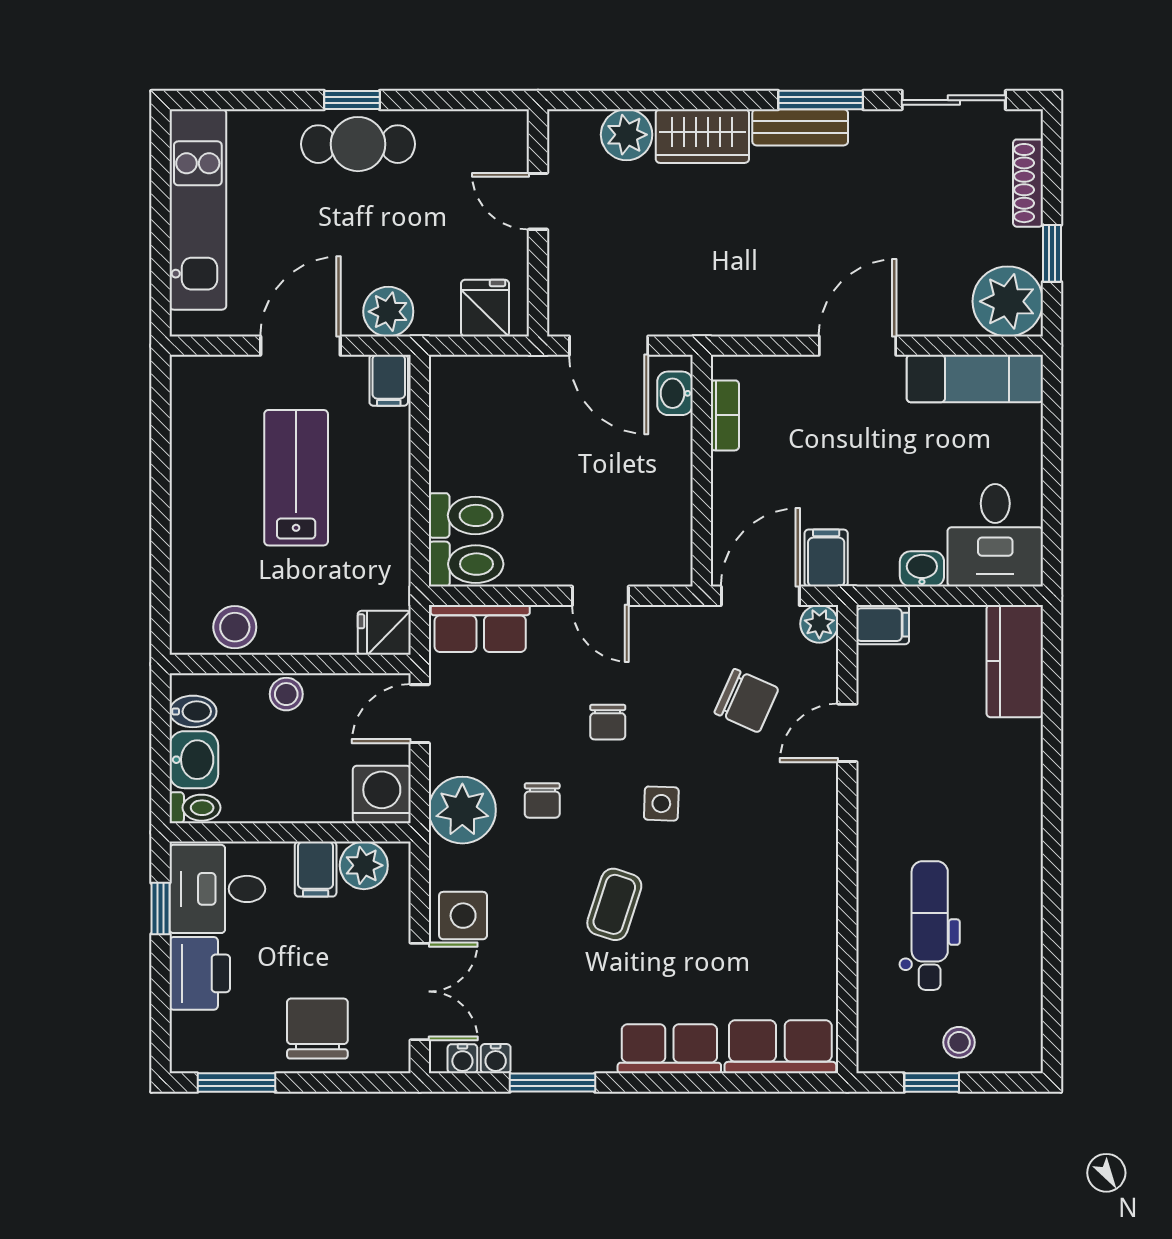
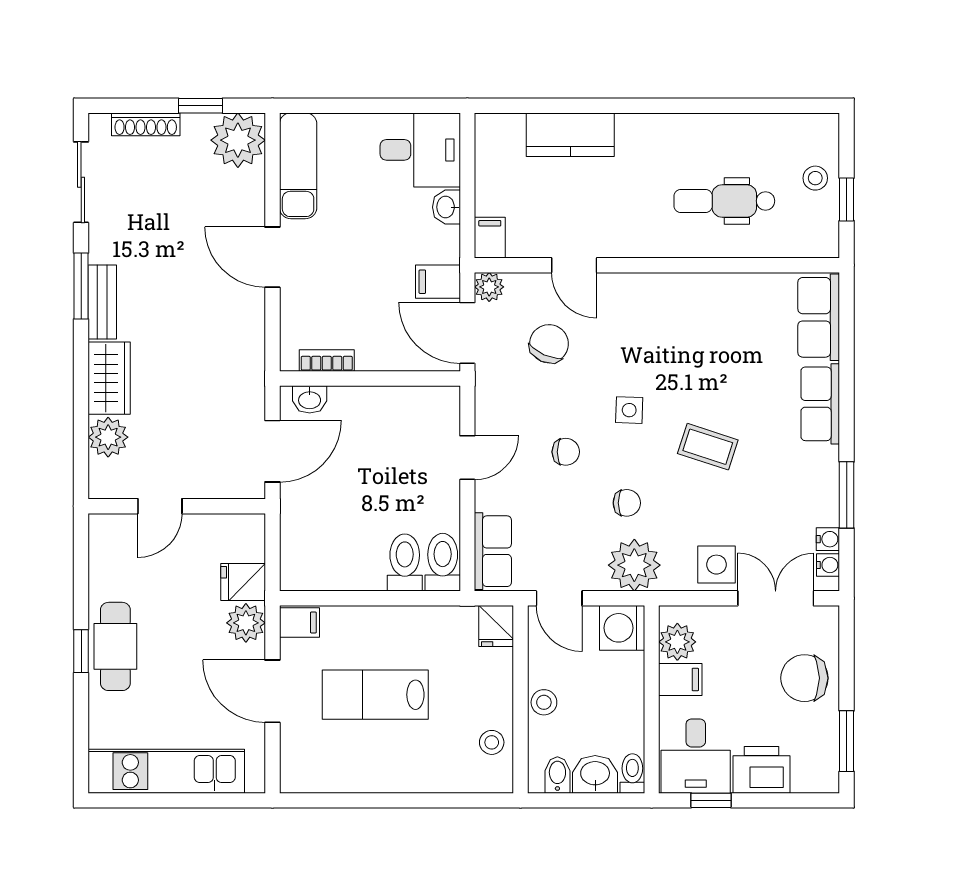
fridge: (485, 308) -> (243, 582), moved
stool: (235, 627) -> (492, 742), width x0.73, depth x0.73
kitchen counter: (1015, 661) -> (570, 135), moved

